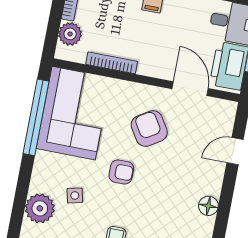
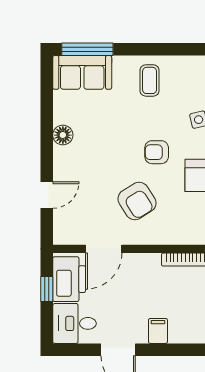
door: (190, 89) -> (104, 249), hinge flipped

